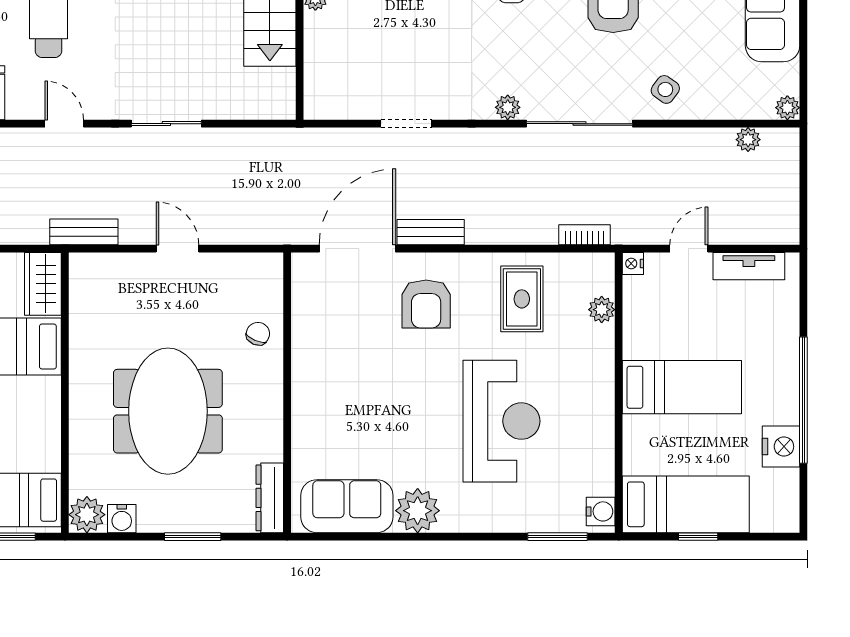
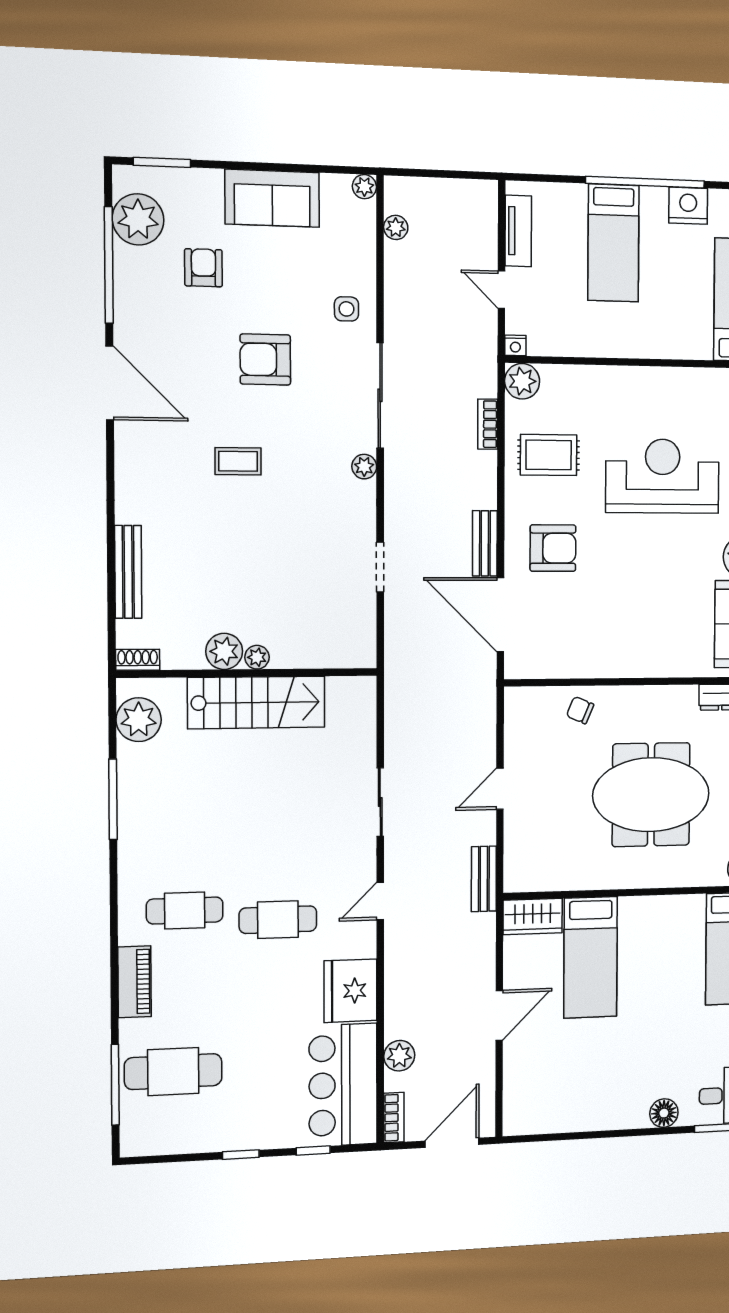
side table: (665, 89) -> (346, 309), turned -36
bookcase: (584, 235) -> (488, 424), moved
plant: (602, 310) -> (522, 381), moved, width x1.38, depth x1.38
bed: (682, 387) -> (613, 243), moved, turned 180

